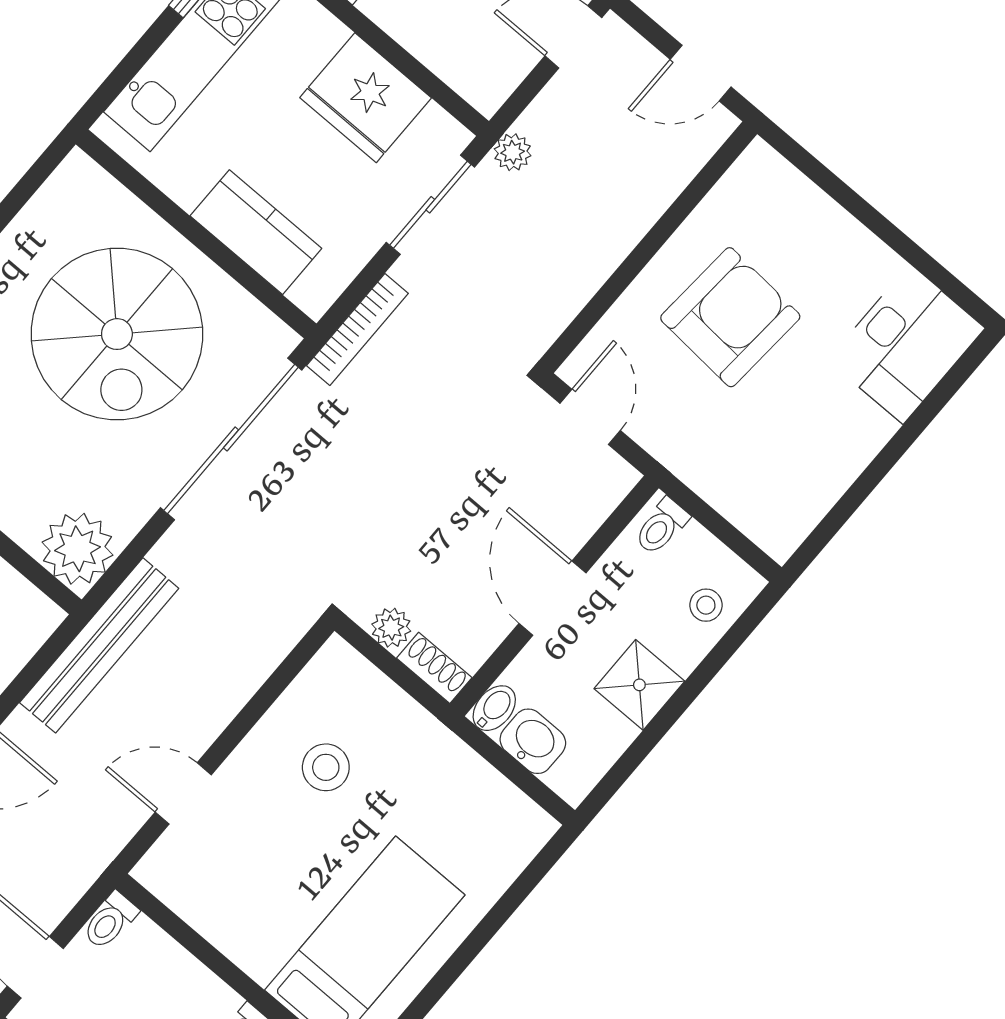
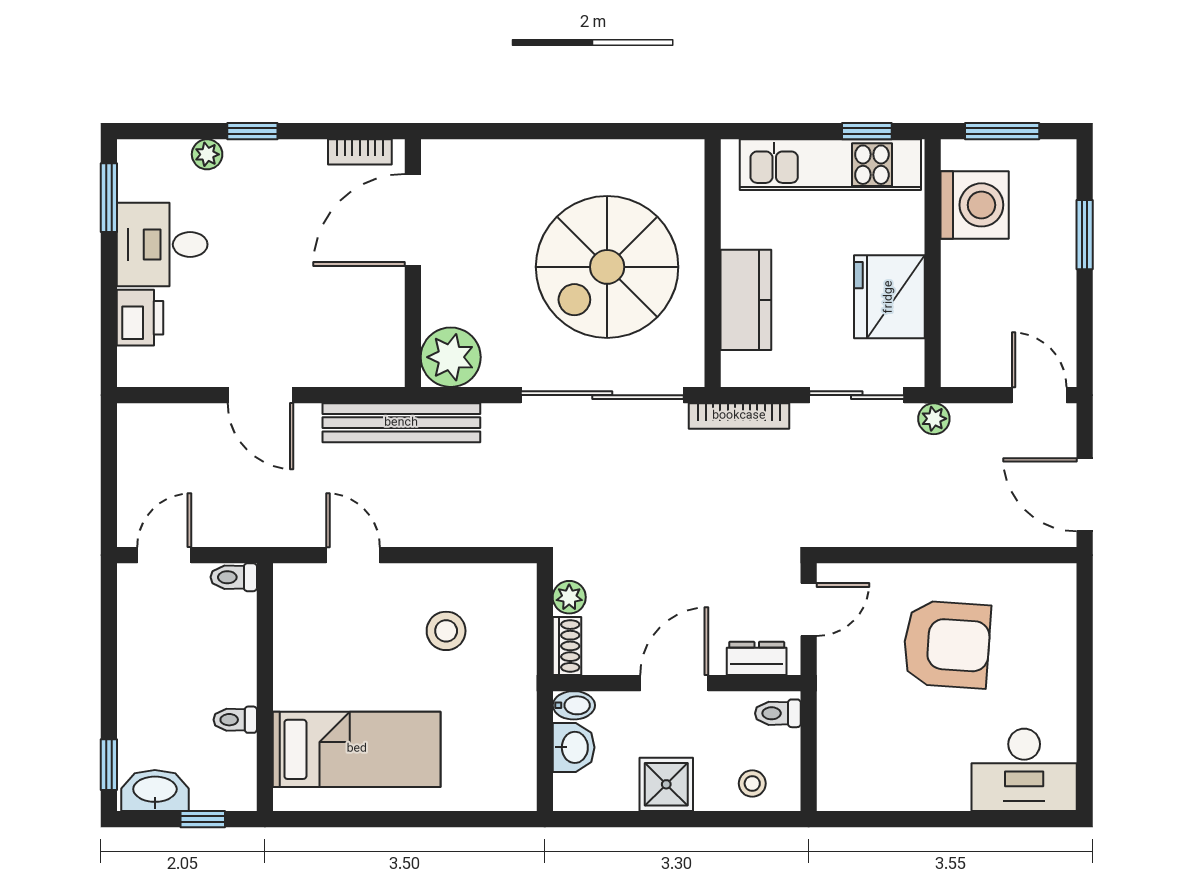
door: (701, 73) -> (1085, 495), width x1.38
dresser: (594, 503) -> (757, 658), added

